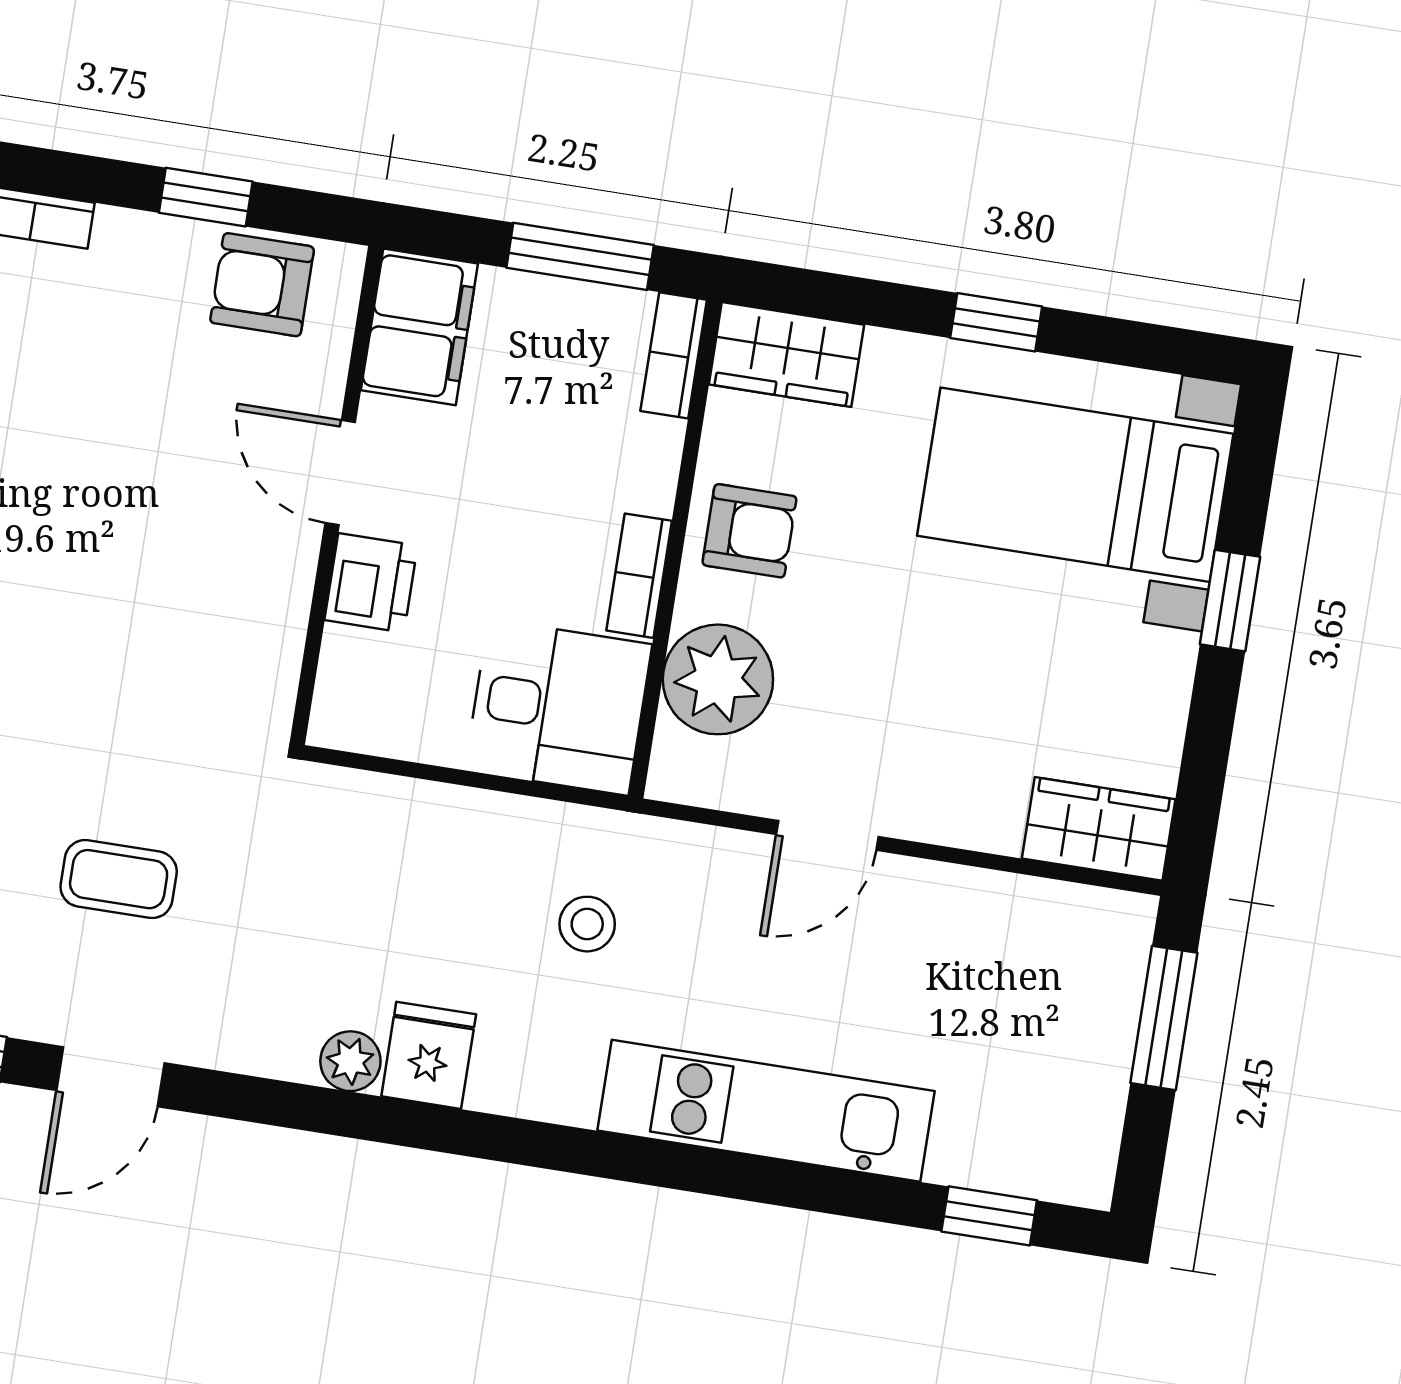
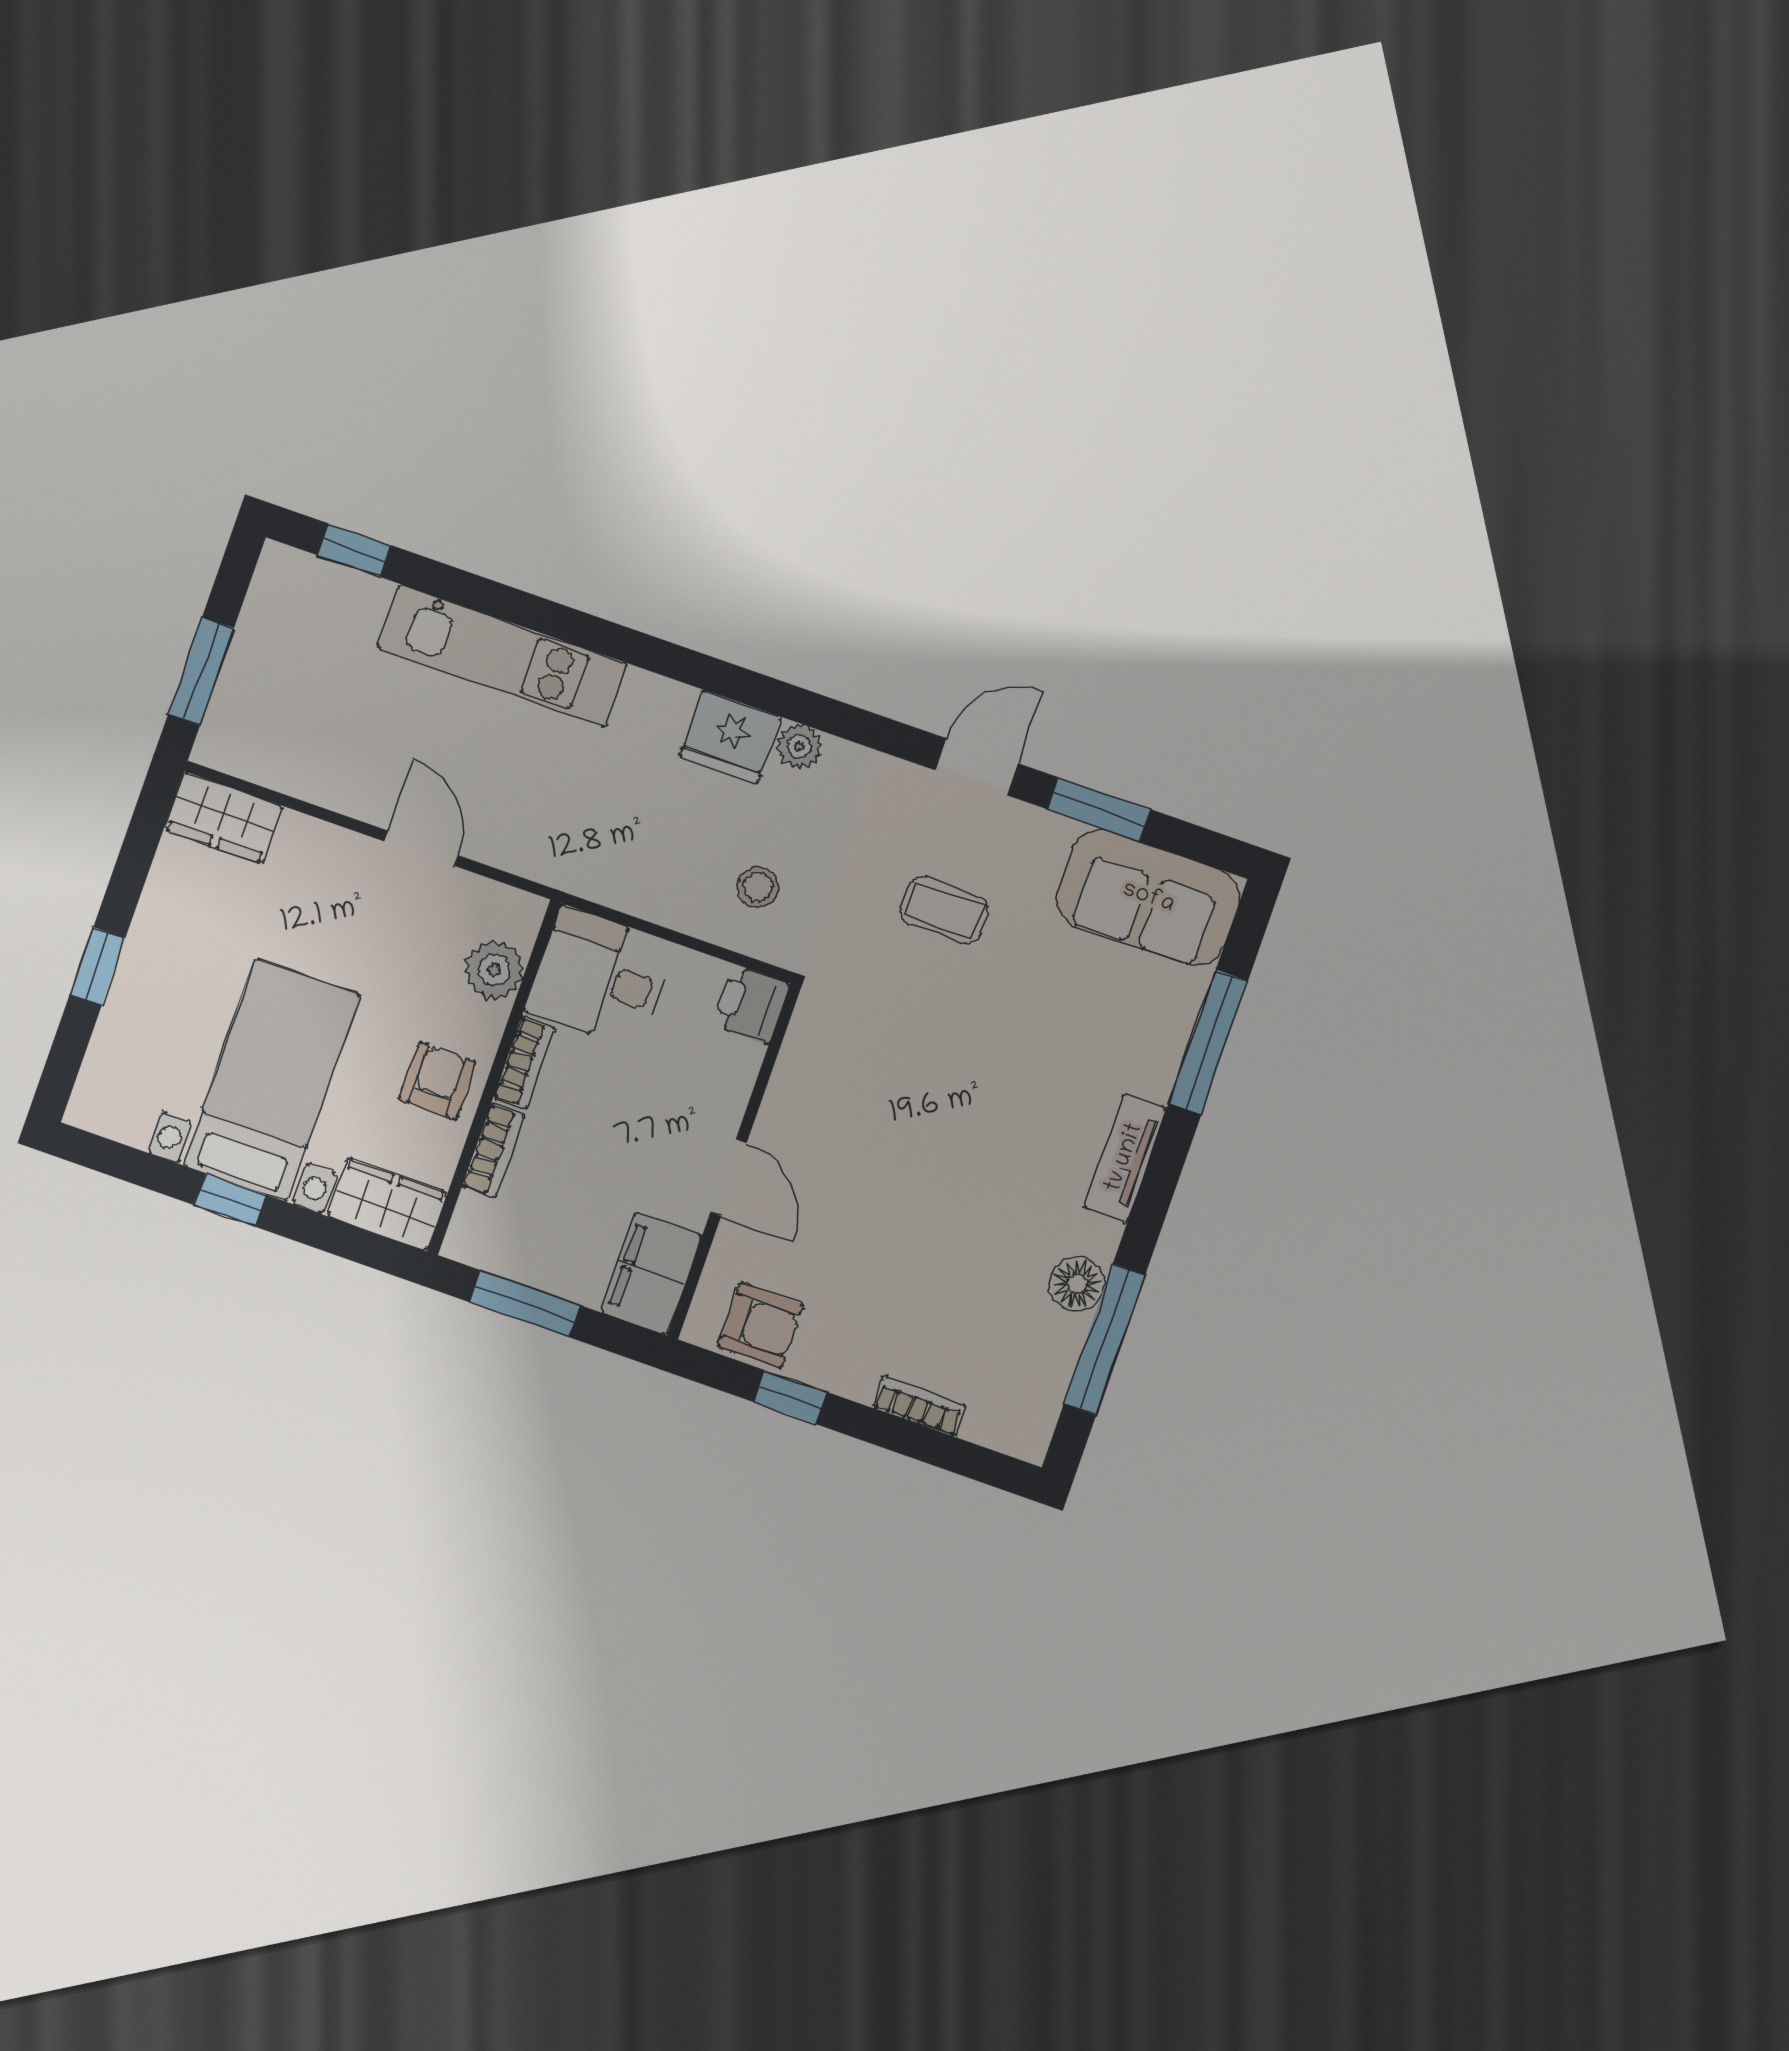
bookcase: (674, 355) -> (493, 1151), moved
bed with nightstands: (1075, 485) -> (271, 1080), moved, turned -90
armchair: (749, 531) -> (438, 1081), turned 90
printer: (371, 583) -> (751, 1004), moved
plant: (718, 679) -> (494, 970), width x0.73, depth x0.73
door: (827, 835) -> (421, 848), hinge flipped
stool: (587, 924) -> (758, 887), moved
fridge: (429, 1055) -> (730, 737), width x1.38

